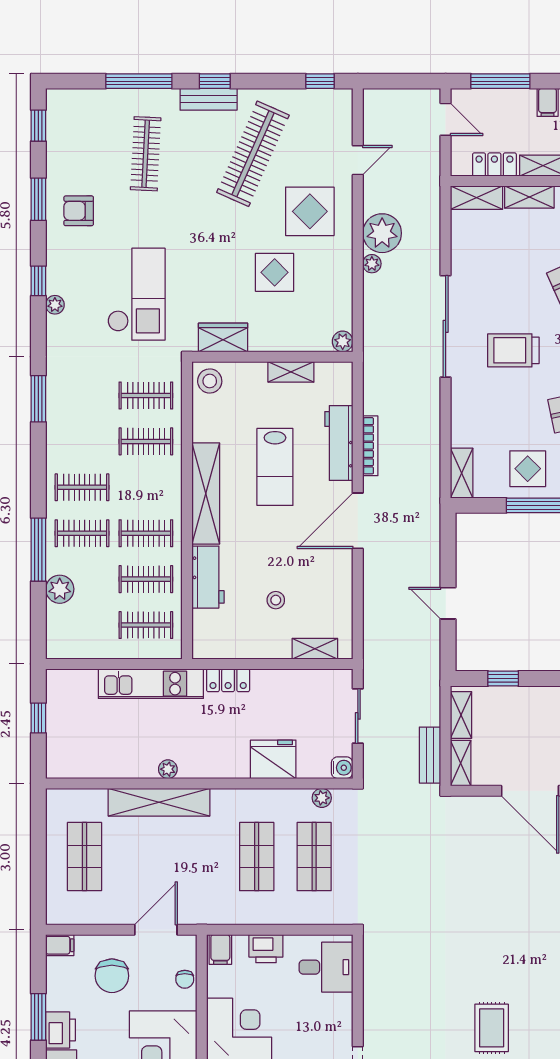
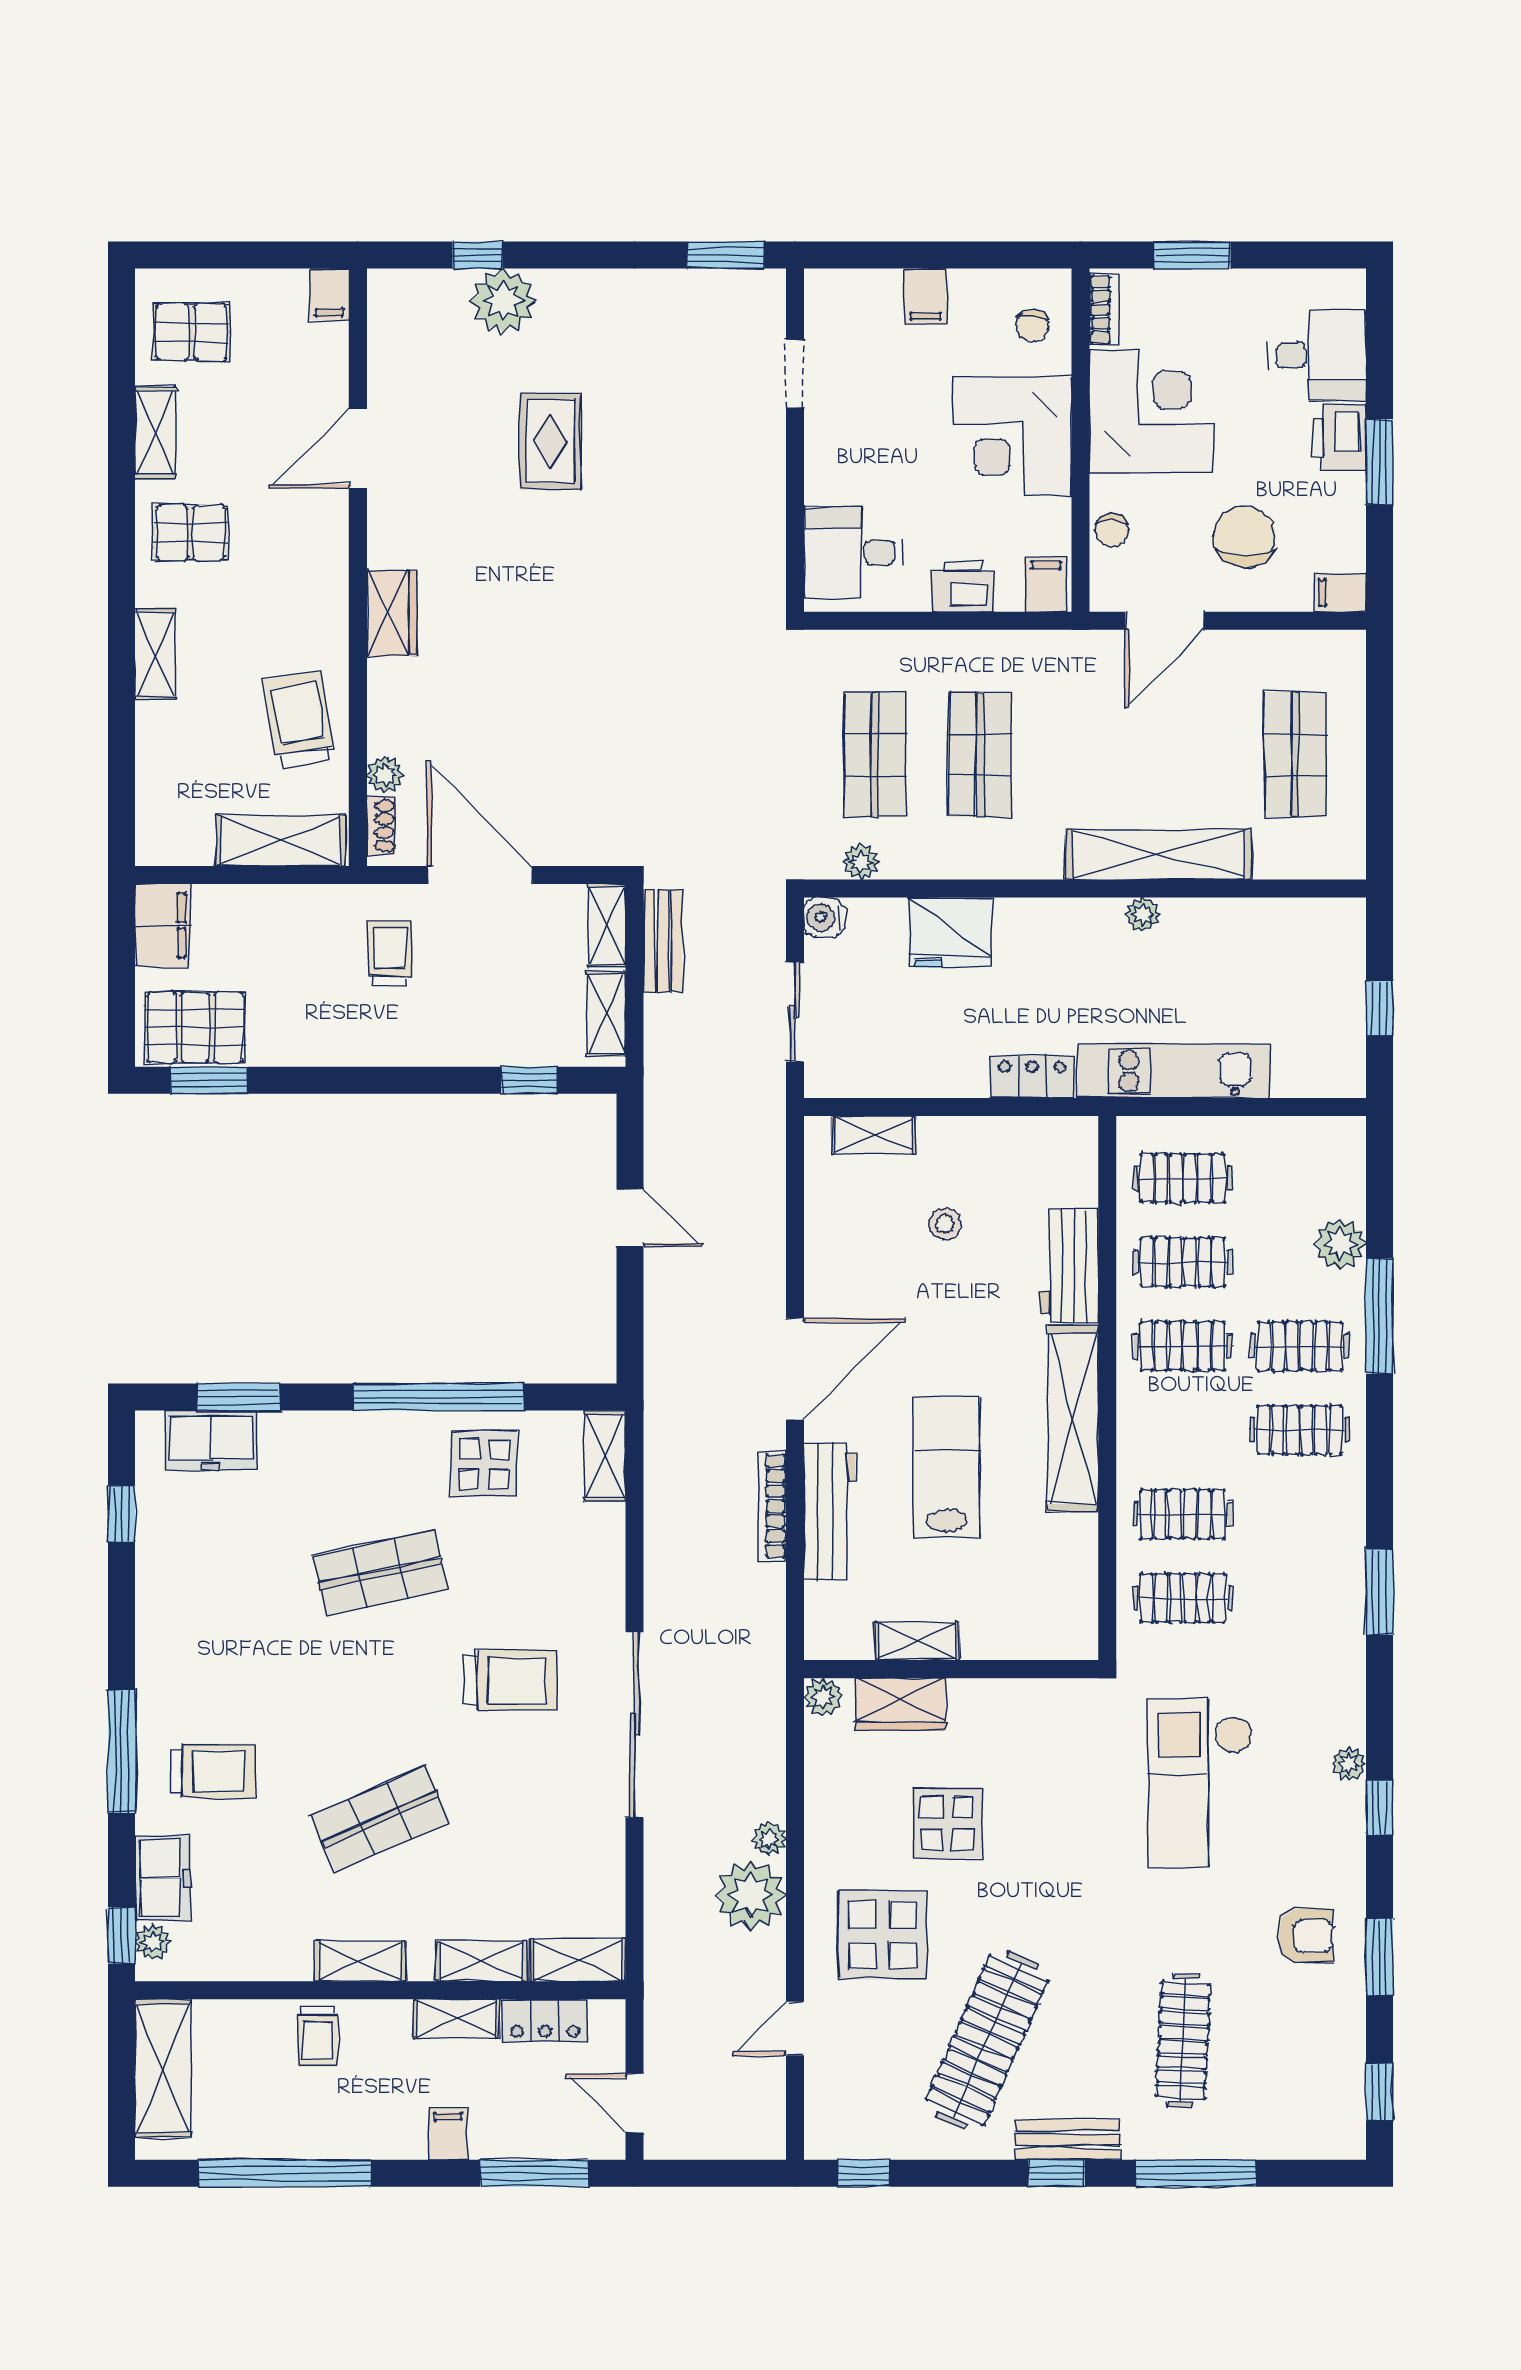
wardrobe: (223, 337) -> (901, 1704), moved
stool: (210, 381) -> (1066, 1625), removed
chair: (185, 979) -> (1112, 530), turned 180

